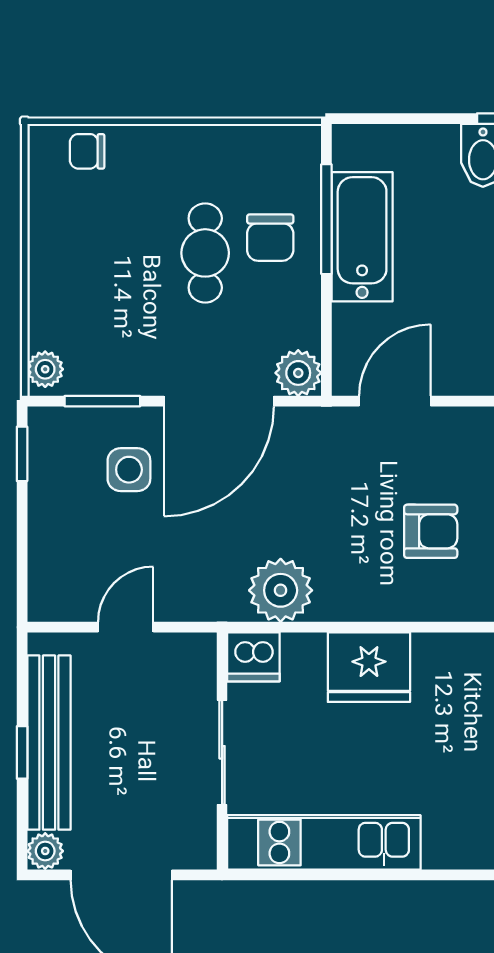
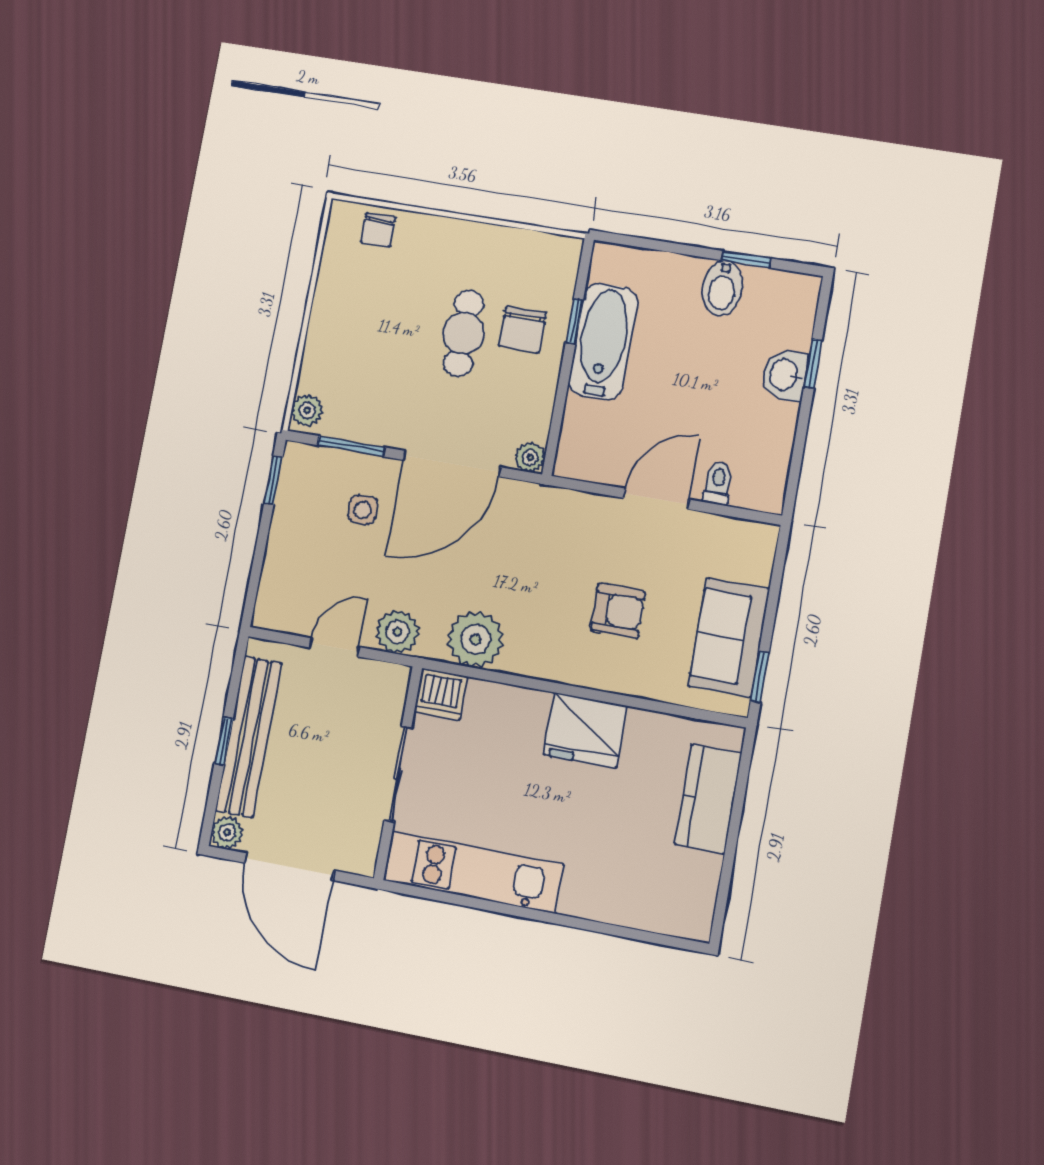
chair: (87, 151) -> (378, 230), turned -90
window: (326, 219) -> (574, 321), width x0.46
plant: (298, 373) -> (530, 457), width x0.73, depth x0.73
door: (395, 401) -> (656, 499), moved
side table: (129, 470) -> (363, 510), width x0.73, depth x0.73
plant: (193, 598) -> (398, 632), added
fridge: (369, 667) -> (585, 730), moved

